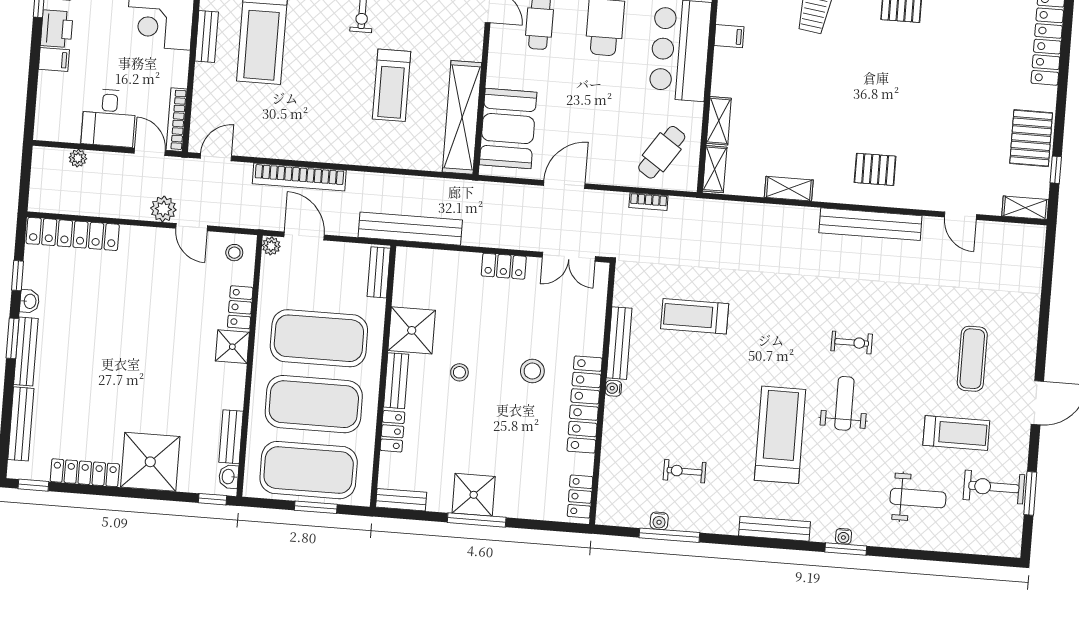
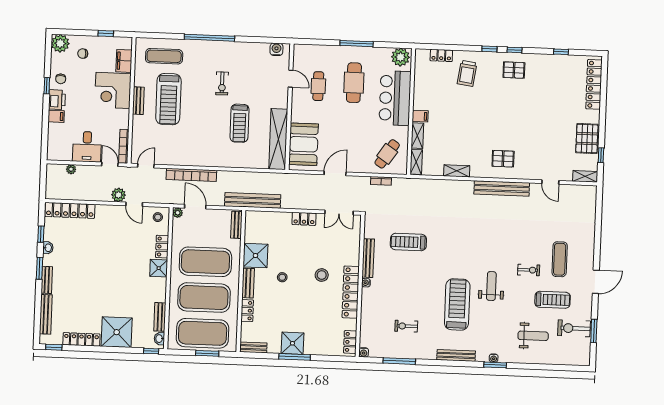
filing cabinet: (729, 36) -> (420, 116), moved
exercise bike: (852, 342) -> (529, 270), moved
bench: (26, 352) -> (47, 280), width x0.73
water cooler: (659, 521) -> (364, 352), moved

